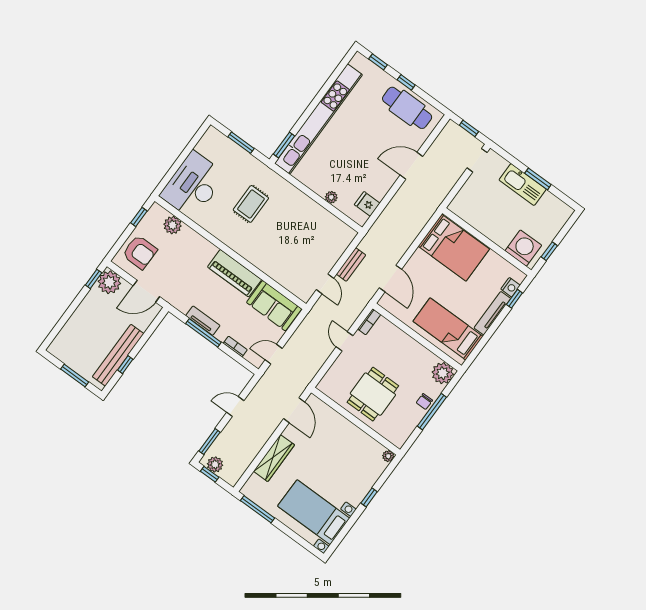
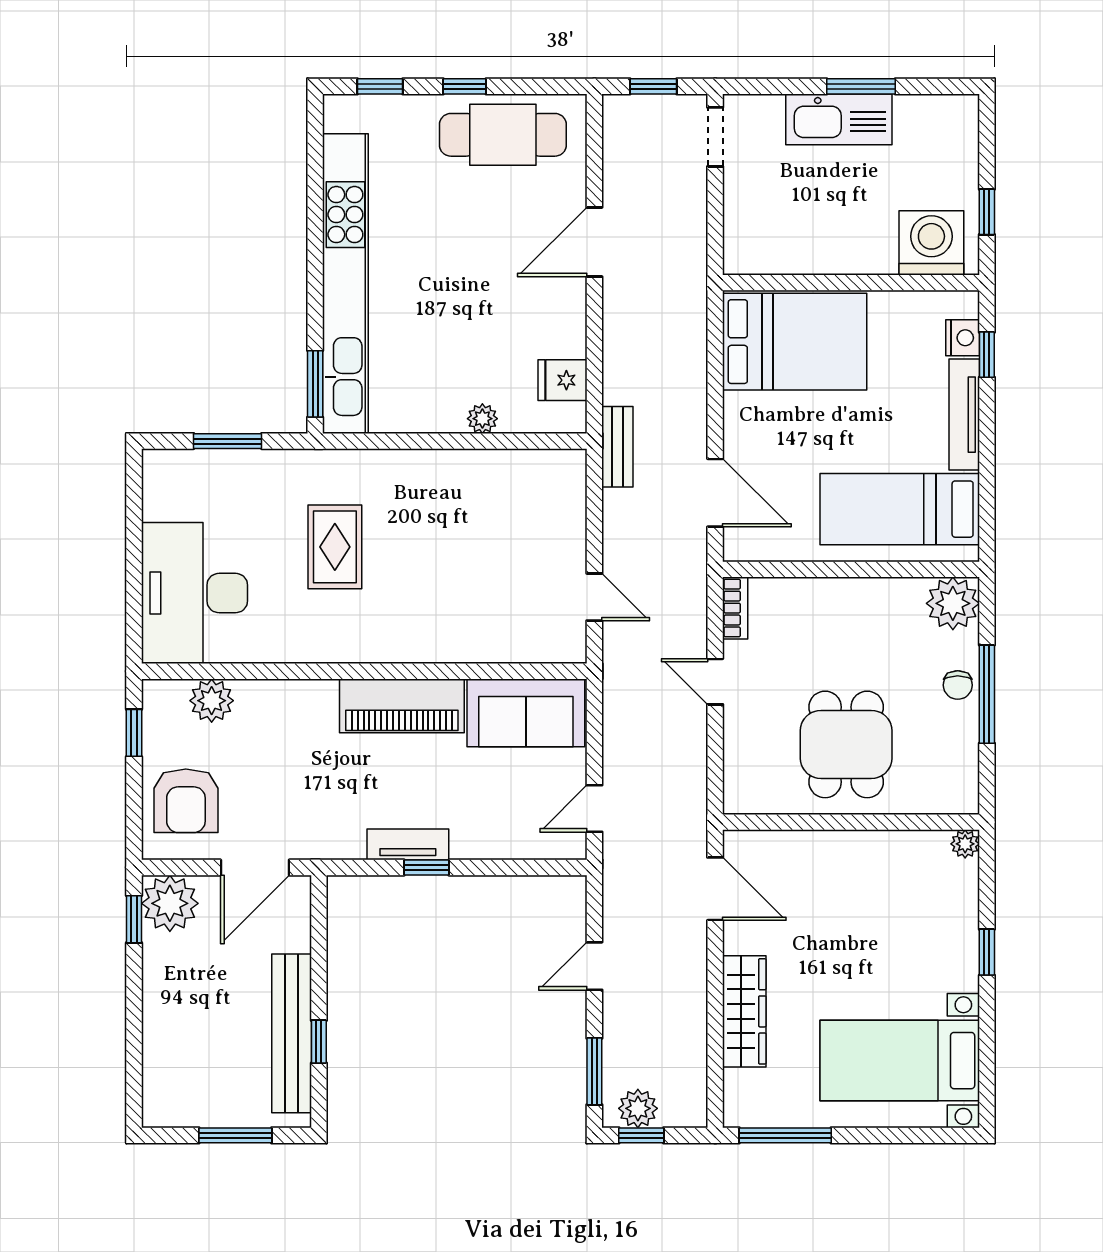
armchair: (140, 252) -> (186, 801), turned 90
bench: (351, 264) -> (617, 447), moved
window: (203, 333) -> (427, 867), width x0.46
bookcase: (235, 347) -> (508, 849), removed

